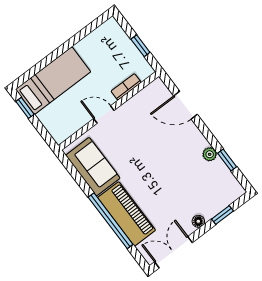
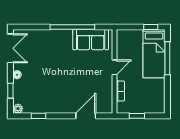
window: (47, 61) -> (167, 58), added
plant: (210, 154) -> (18, 109), moved
piano: (127, 214) -> (51, 39), removed
window: (111, 221) -> (72, 27), moved

